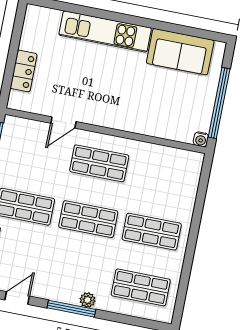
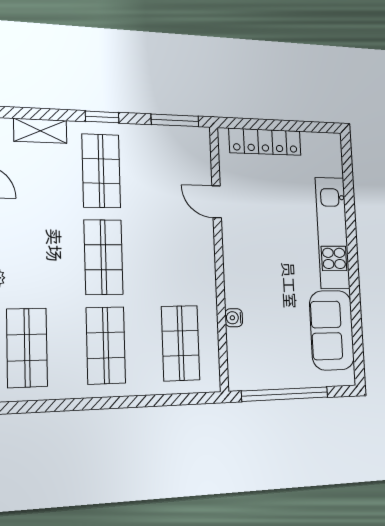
locker: (24, 71) -> (265, 142), width x1.53
water cooler: (201, 139) -> (234, 318), moved
shop shelf: (99, 163) -> (181, 343), moved

